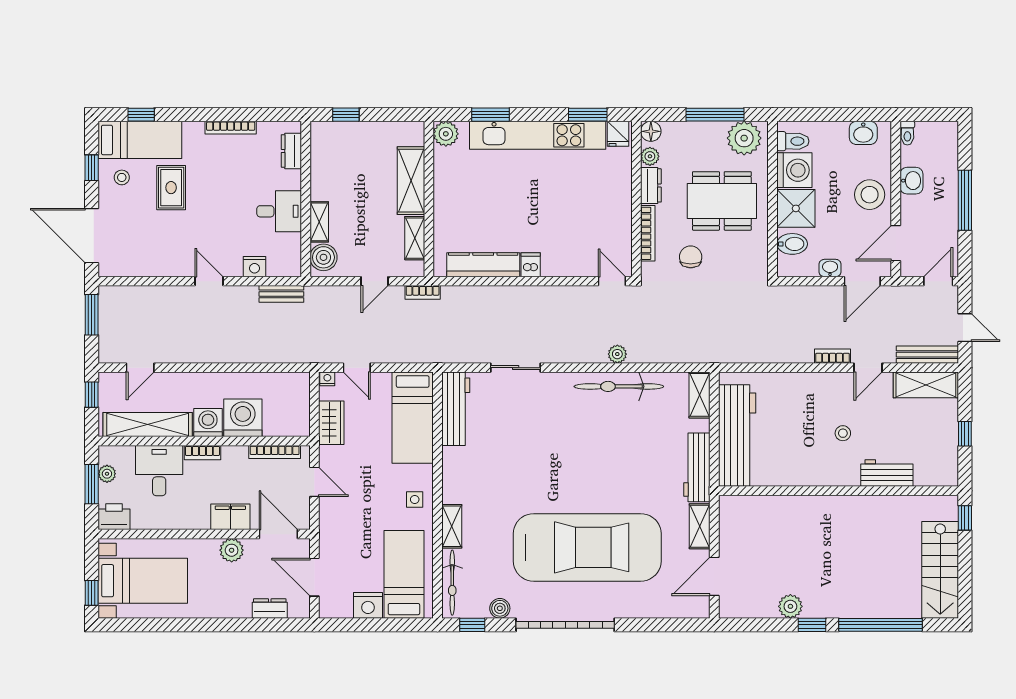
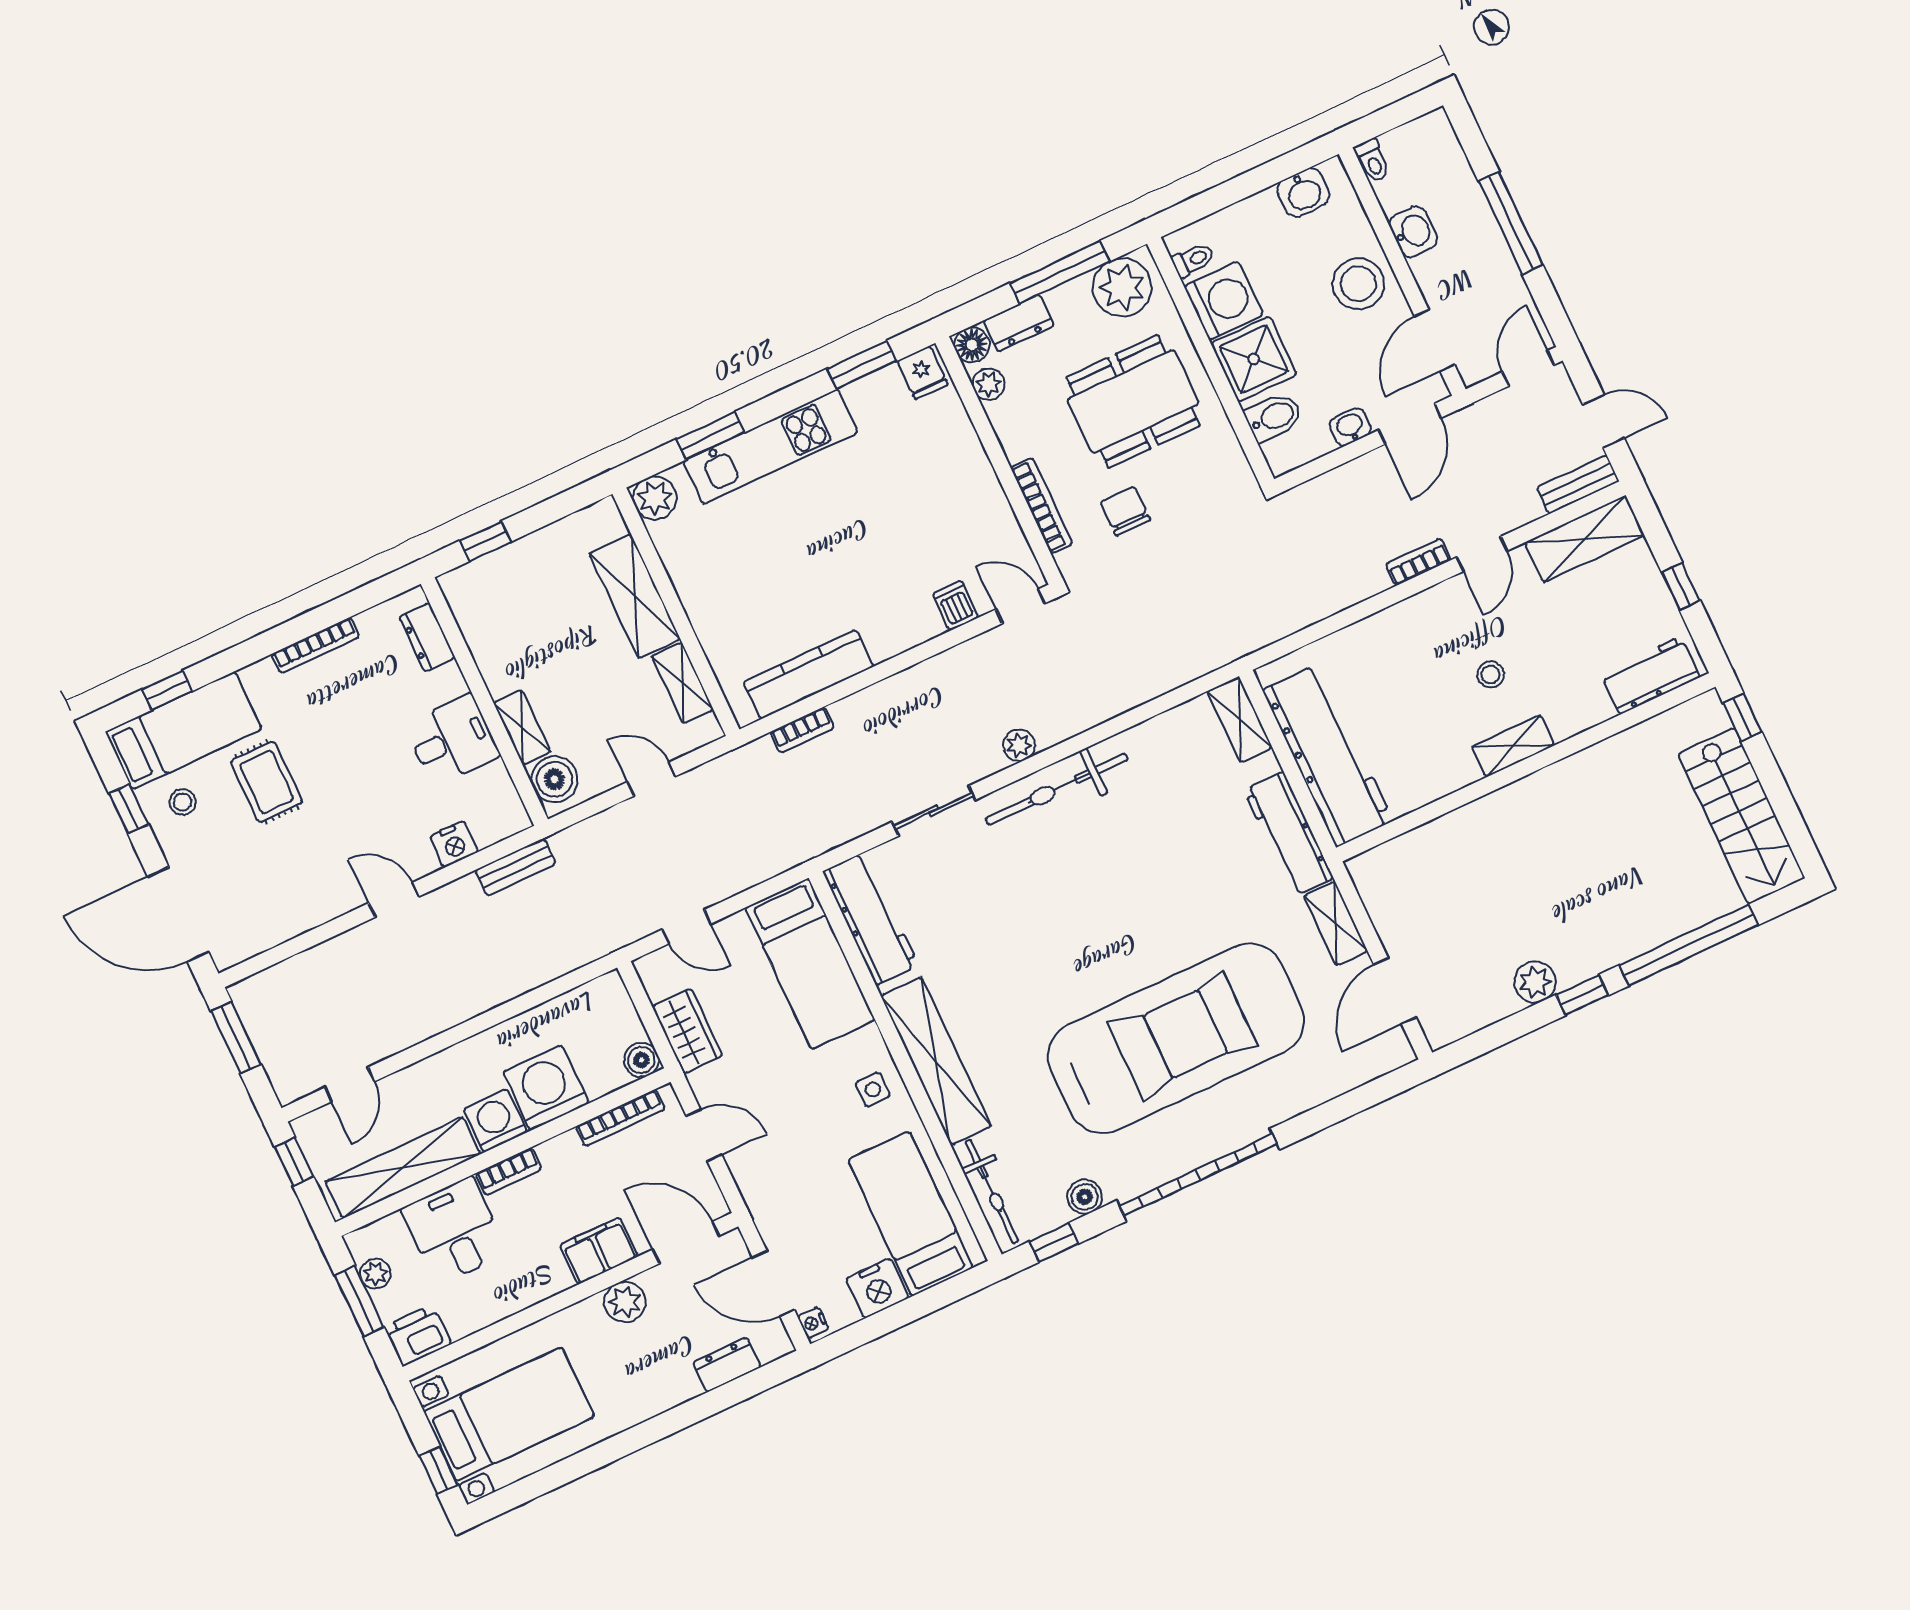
kitchen unit: (538, 135) -> (770, 447), width x0.73
toilet: (793, 141) -> (1193, 260), width x0.73, depth x0.72
dresser: (651, 185) -> (1019, 323), moved, turned 90
dishwasher: (531, 265) -> (956, 605), moved
door: (375, 281) -> (651, 779), swing flipped
bookcase: (423, 292) -> (802, 730), moved
plant: (617, 354) -> (1019, 745), moved
bench: (927, 355) -> (1578, 485), width x0.73
nightstand: (327, 379) -> (813, 1323), moved, turned -90
bicycle: (619, 386) -> (1057, 789), moved
boiler: (300, 427) -> (641, 1060), added
workbench: (887, 473) -> (1650, 675), moved
shelving: (837, 476) -> (1513, 746), added
shelving: (452, 526) -> (936, 1061), width x2.20, depth x1.33

